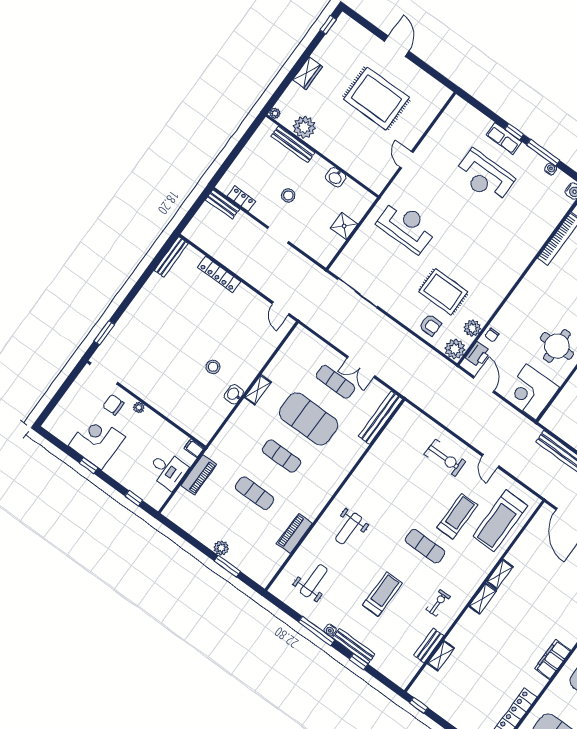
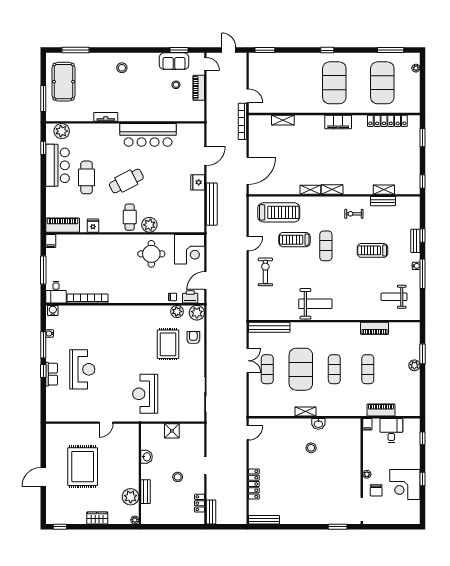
bench: (293, 144) -> (146, 492), width x0.73
weight bench: (349, 529) -> (315, 304), moved, width x1.36, depth x1.33
bench: (354, 646) -> (415, 241), width x0.73

